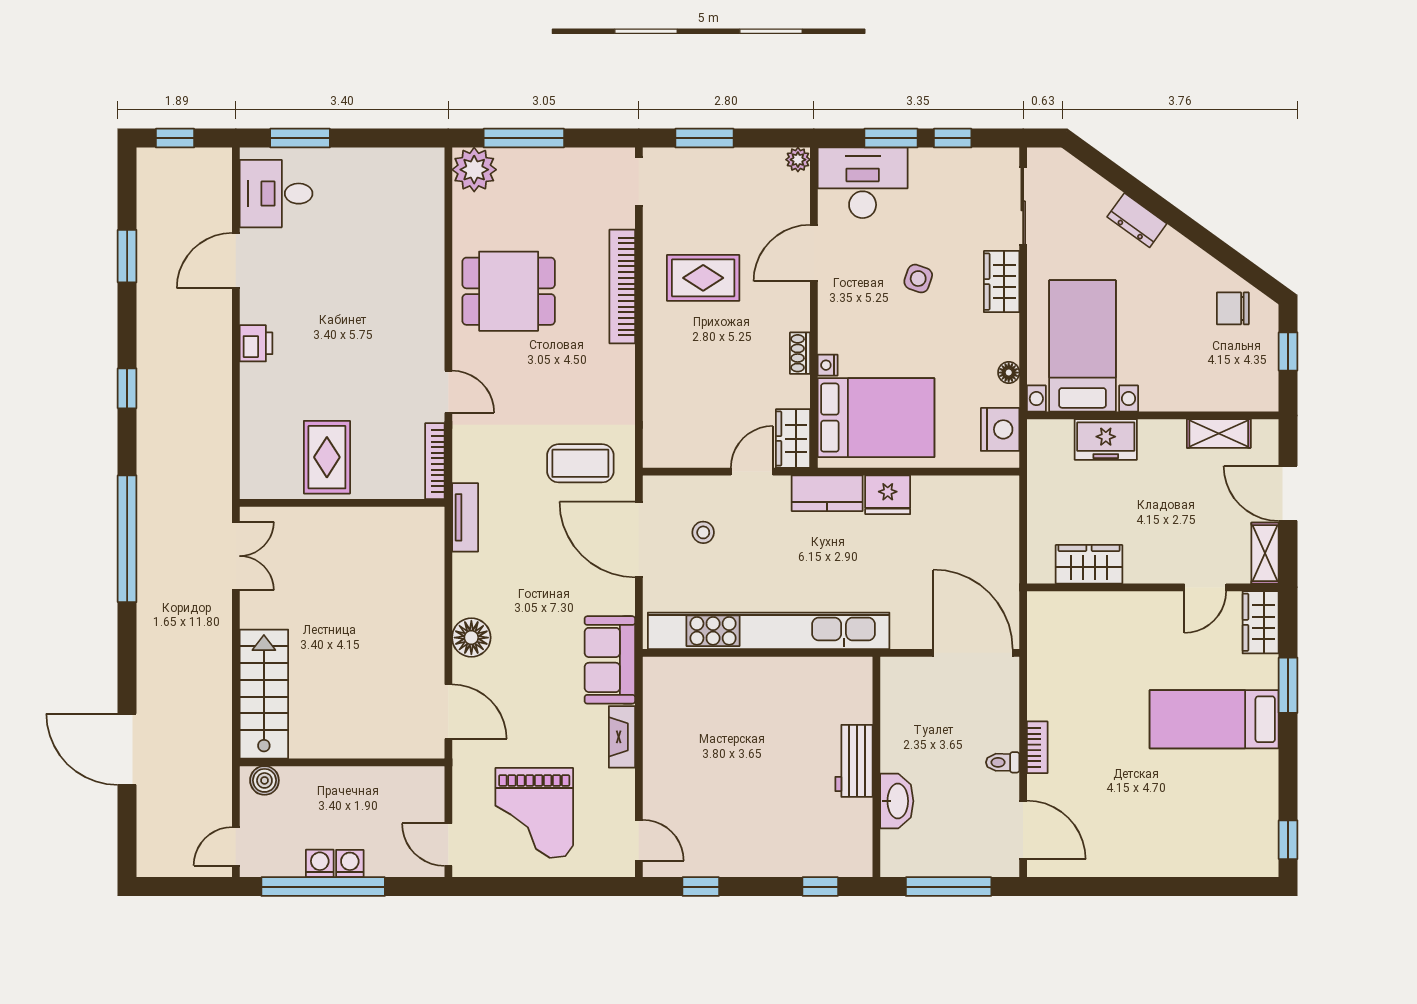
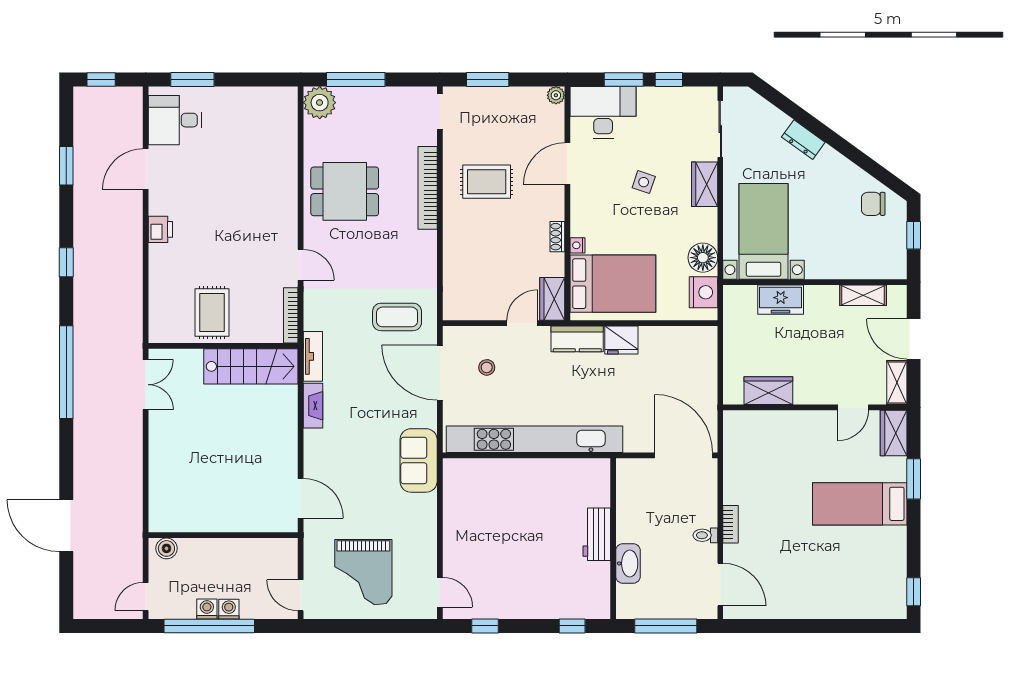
floor lamp: (1009, 373) -> (703, 258), width x1.89, depth x1.89
floor lamp: (471, 638) -> (317, 444), removed
stairs: (264, 694) -> (251, 366), moved, turned 90
fireplace: (622, 737) -> (313, 406), moved, turned 180

